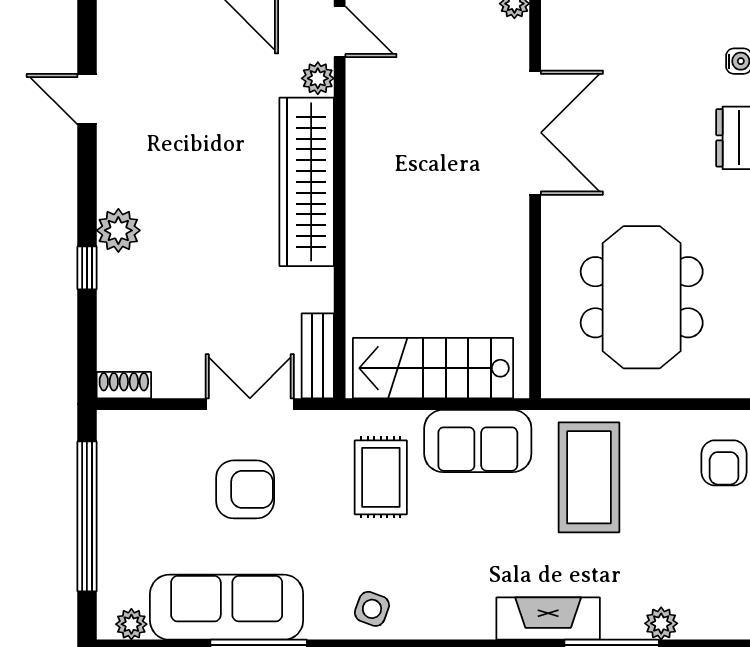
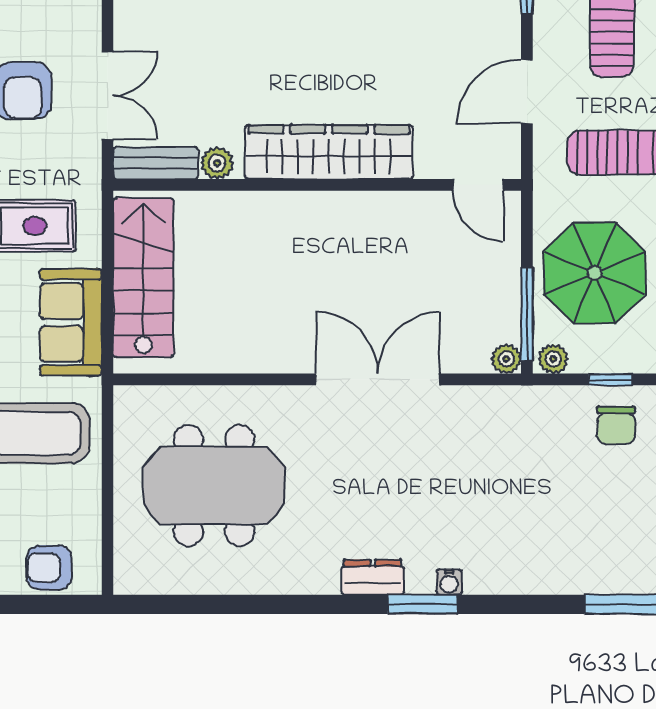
door: (340, 32) -> (478, 185), hinge flipped
plant: (318, 78) -> (217, 163), moved
double door: (535, 133) -> (378, 379), swing flipped

